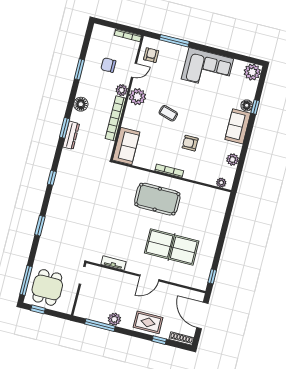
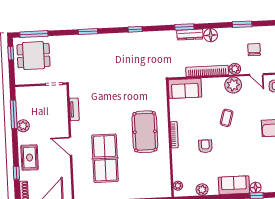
dresser: (71, 135) -> (190, 35), moved

